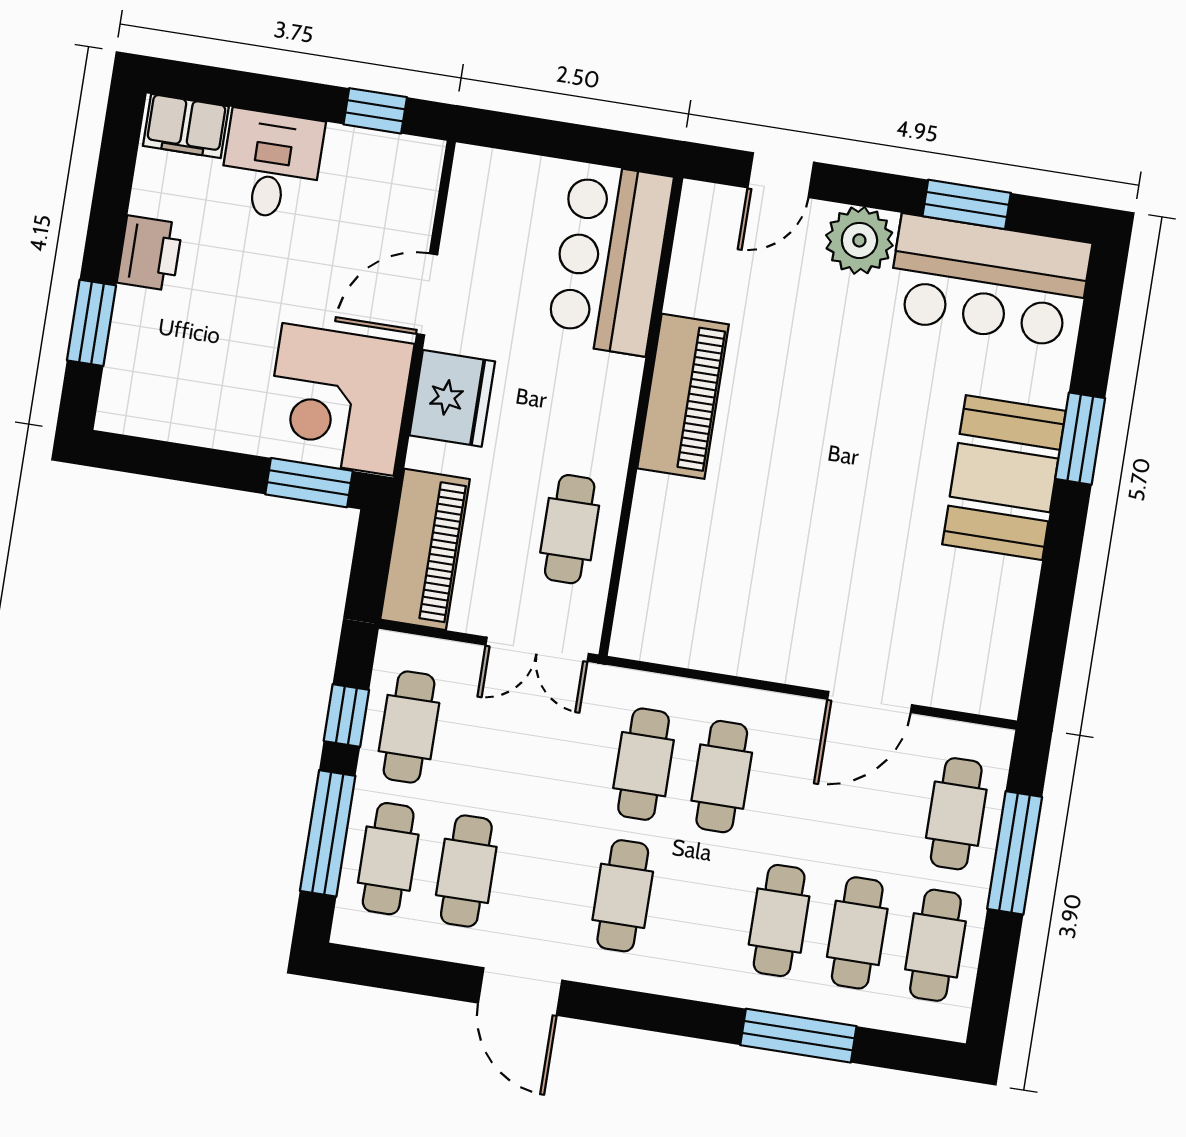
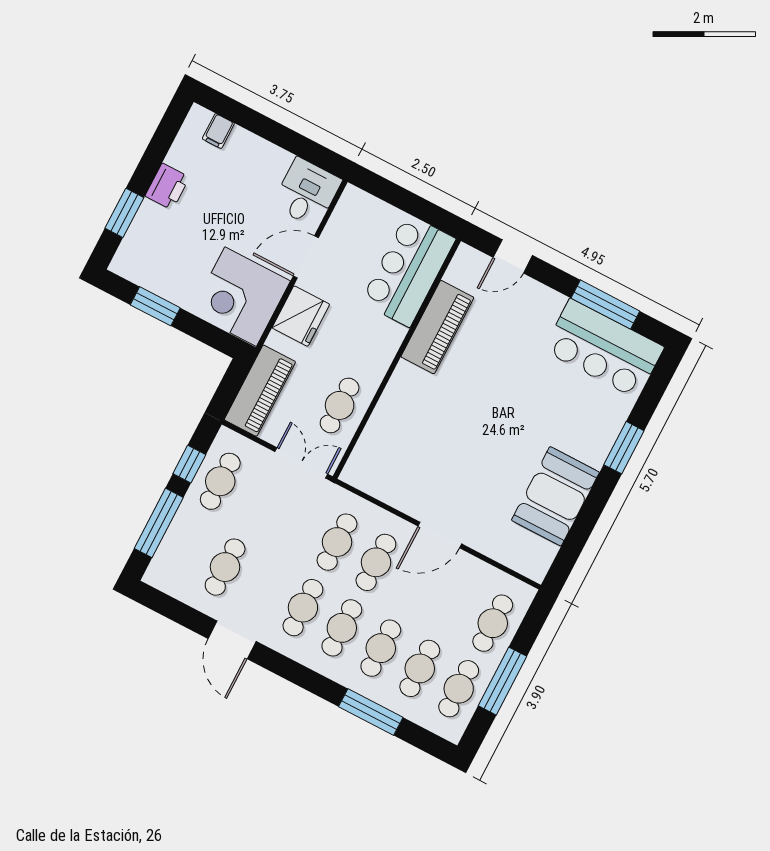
window: (375, 111) -> (311, 151), removed
filing cabinet: (186, 126) -> (218, 131), width x0.50
desk: (271, 165) -> (307, 193), moved
window: (967, 204) -> (605, 305), width x1.44
plant: (859, 240) -> (543, 305), removed
piano: (683, 396) -> (437, 327), moved
booth: (1004, 478) -> (555, 496), moved
window: (309, 483) -> (155, 306), moved
double door: (537, 649) -> (301, 463), swing flipped
door: (870, 702) -> (440, 535), moved
window: (1015, 853) -> (502, 681), moved
cafe table: (388, 859) -> (342, 628), moved

